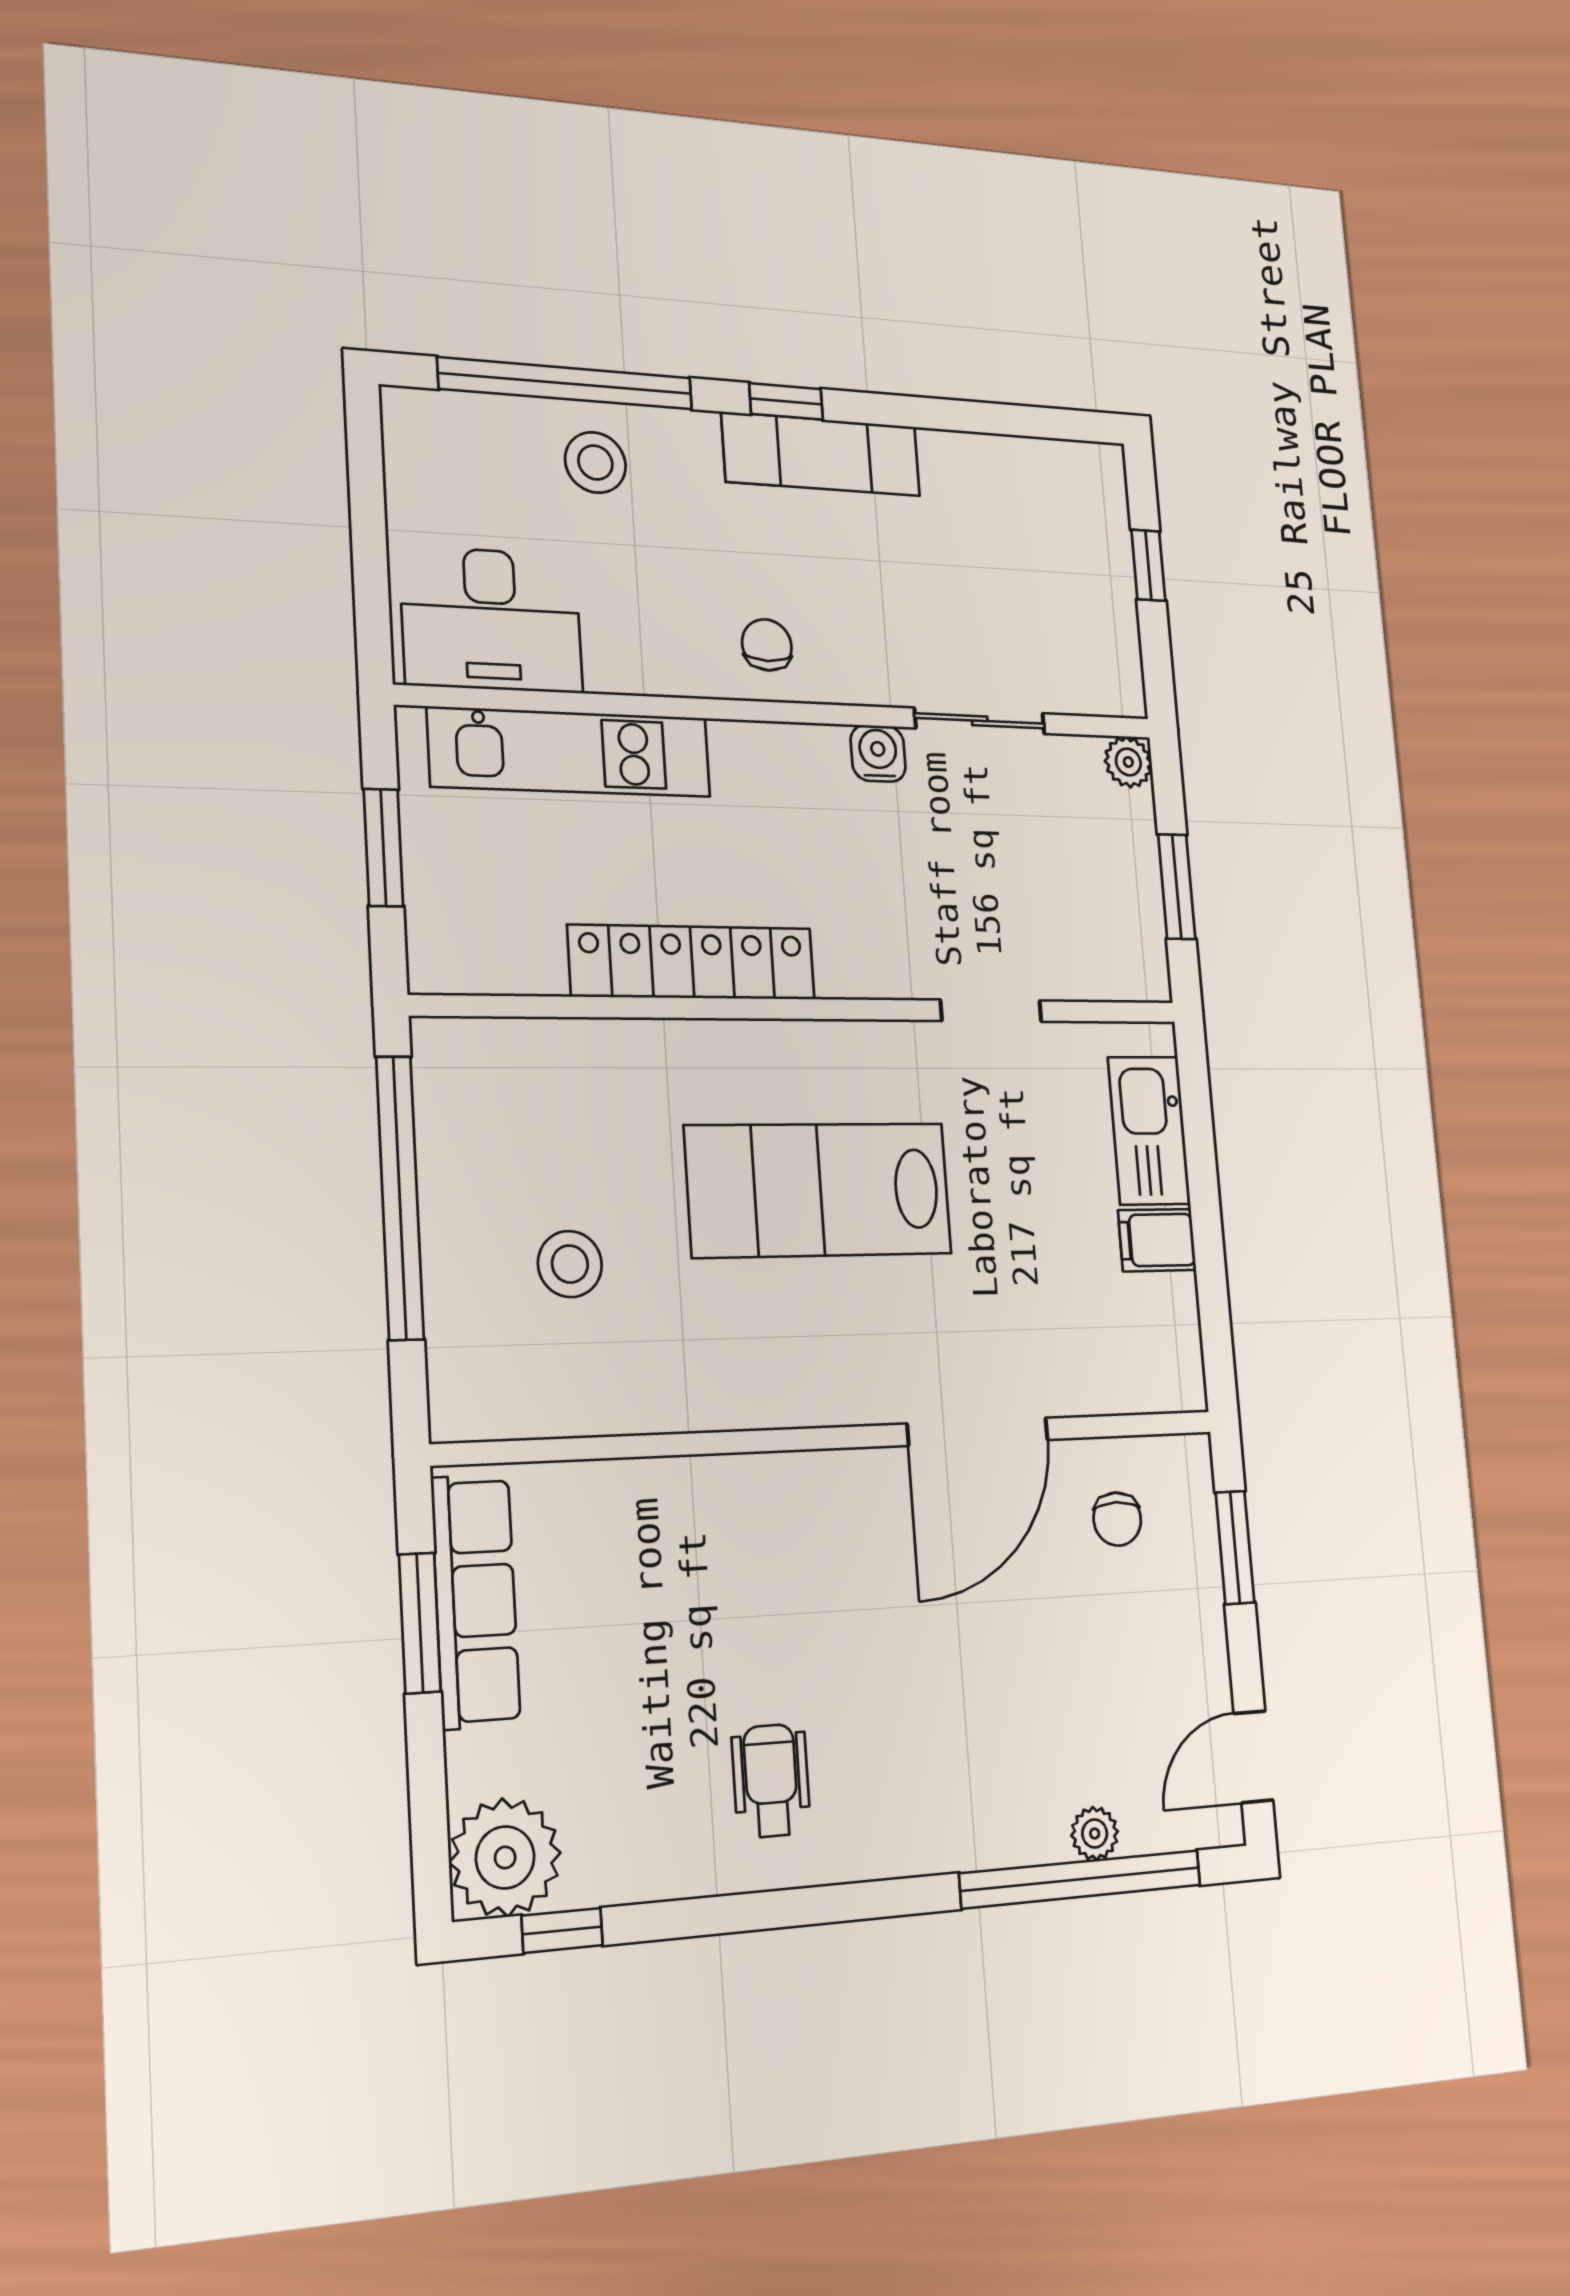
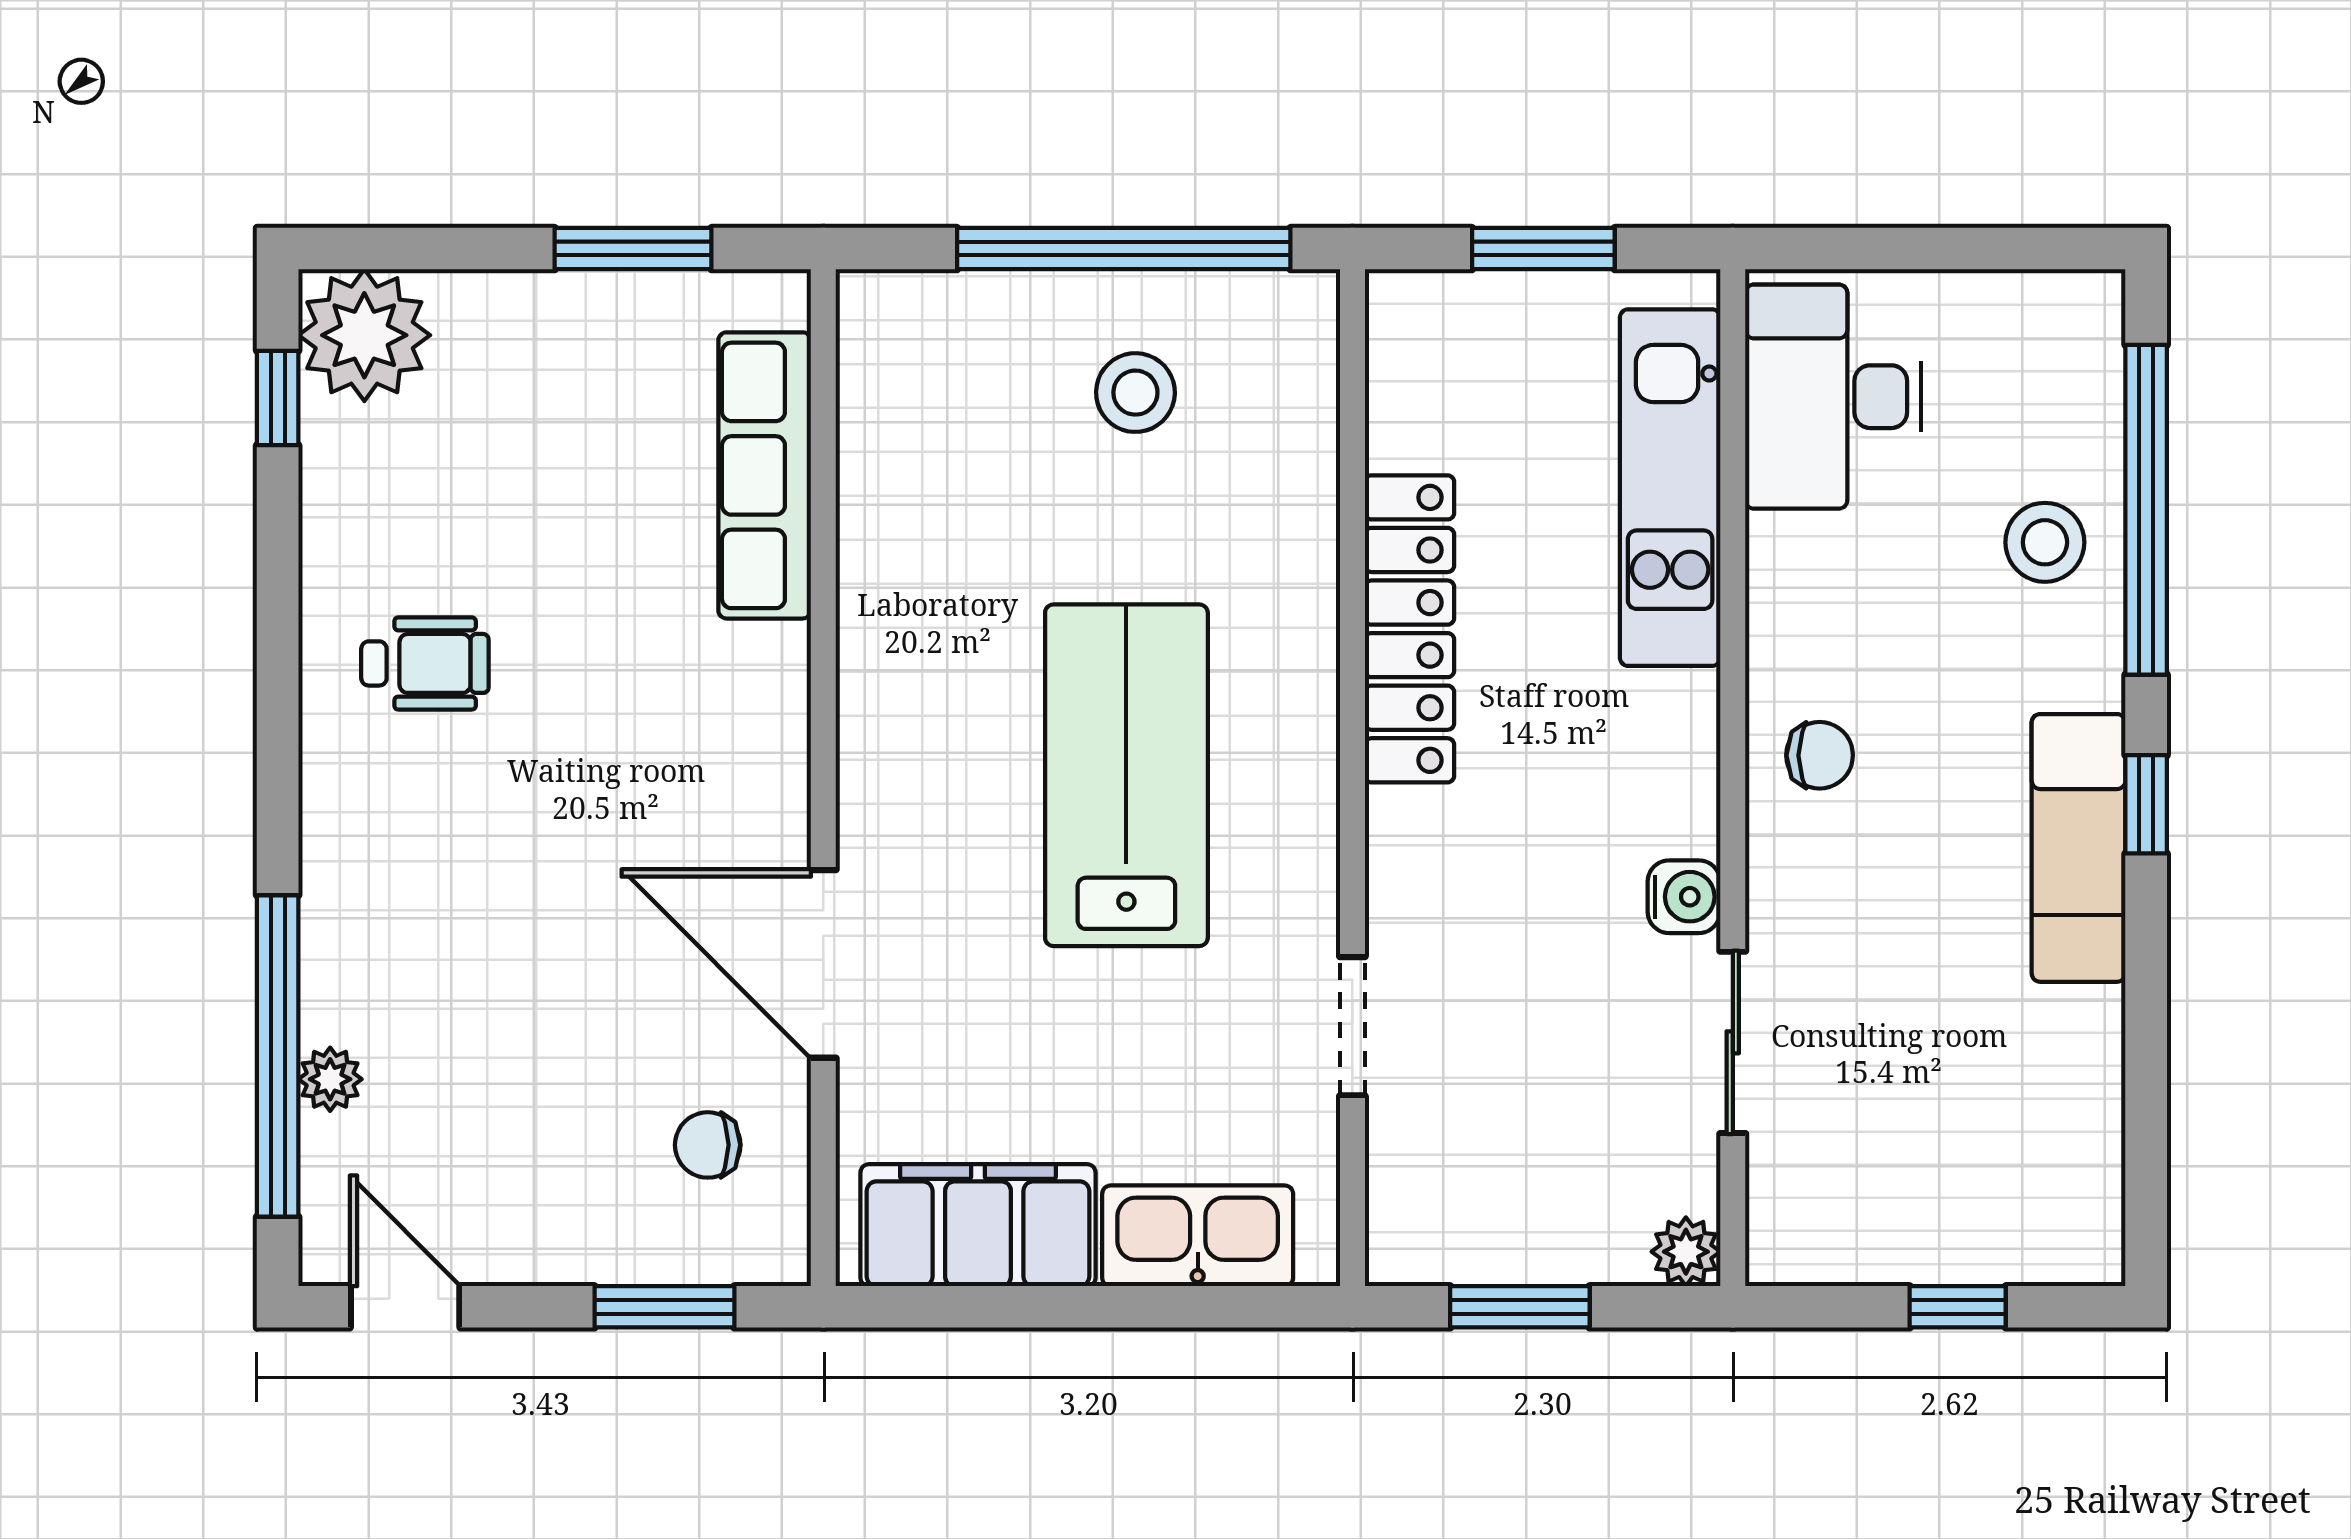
filing cabinet: (1157, 1240) -> (978, 1225), width x3.00, depth x1.17
stool: (570, 1264) -> (1135, 393), moved
row of seats: (476, 1601) -> (765, 475), moved, turned 90

